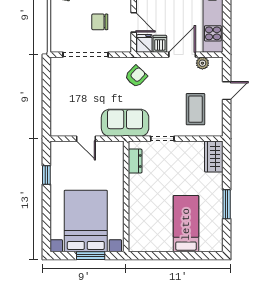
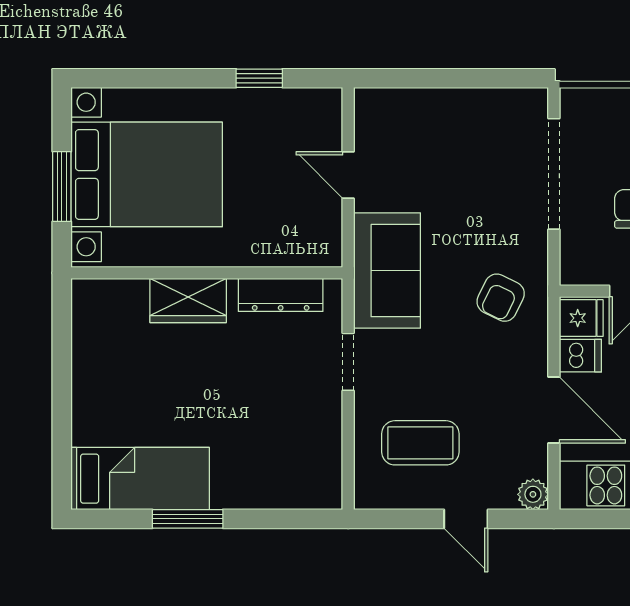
plant: (202, 63) -> (533, 494), moved
armchair: (136, 76) -> (501, 298), turned 72
door: (86, 139) -> (348, 175), hinge flipped
wardrobe: (214, 156) -> (188, 300), moved, turned 180
dresser: (135, 161) -> (281, 295), width x1.44
bed: (186, 224) -> (140, 479), moved

